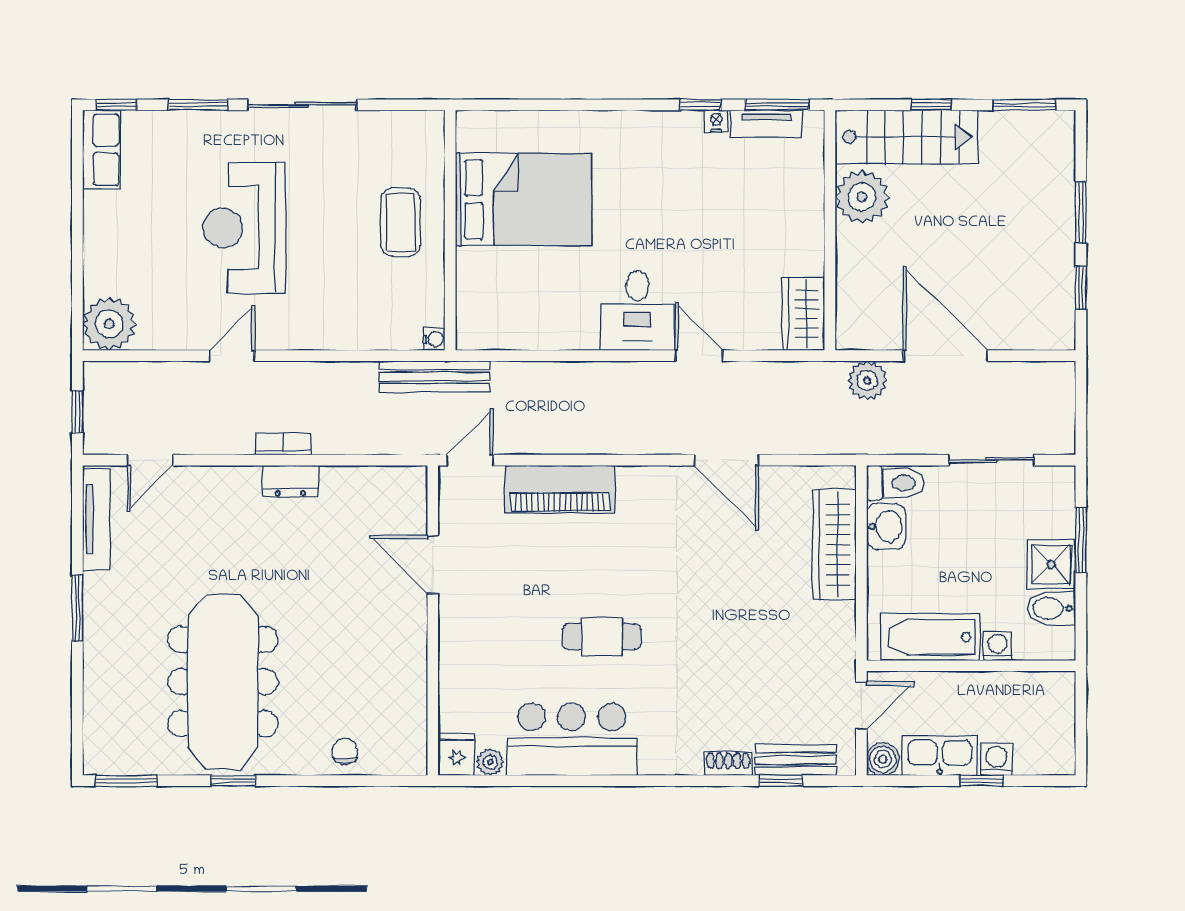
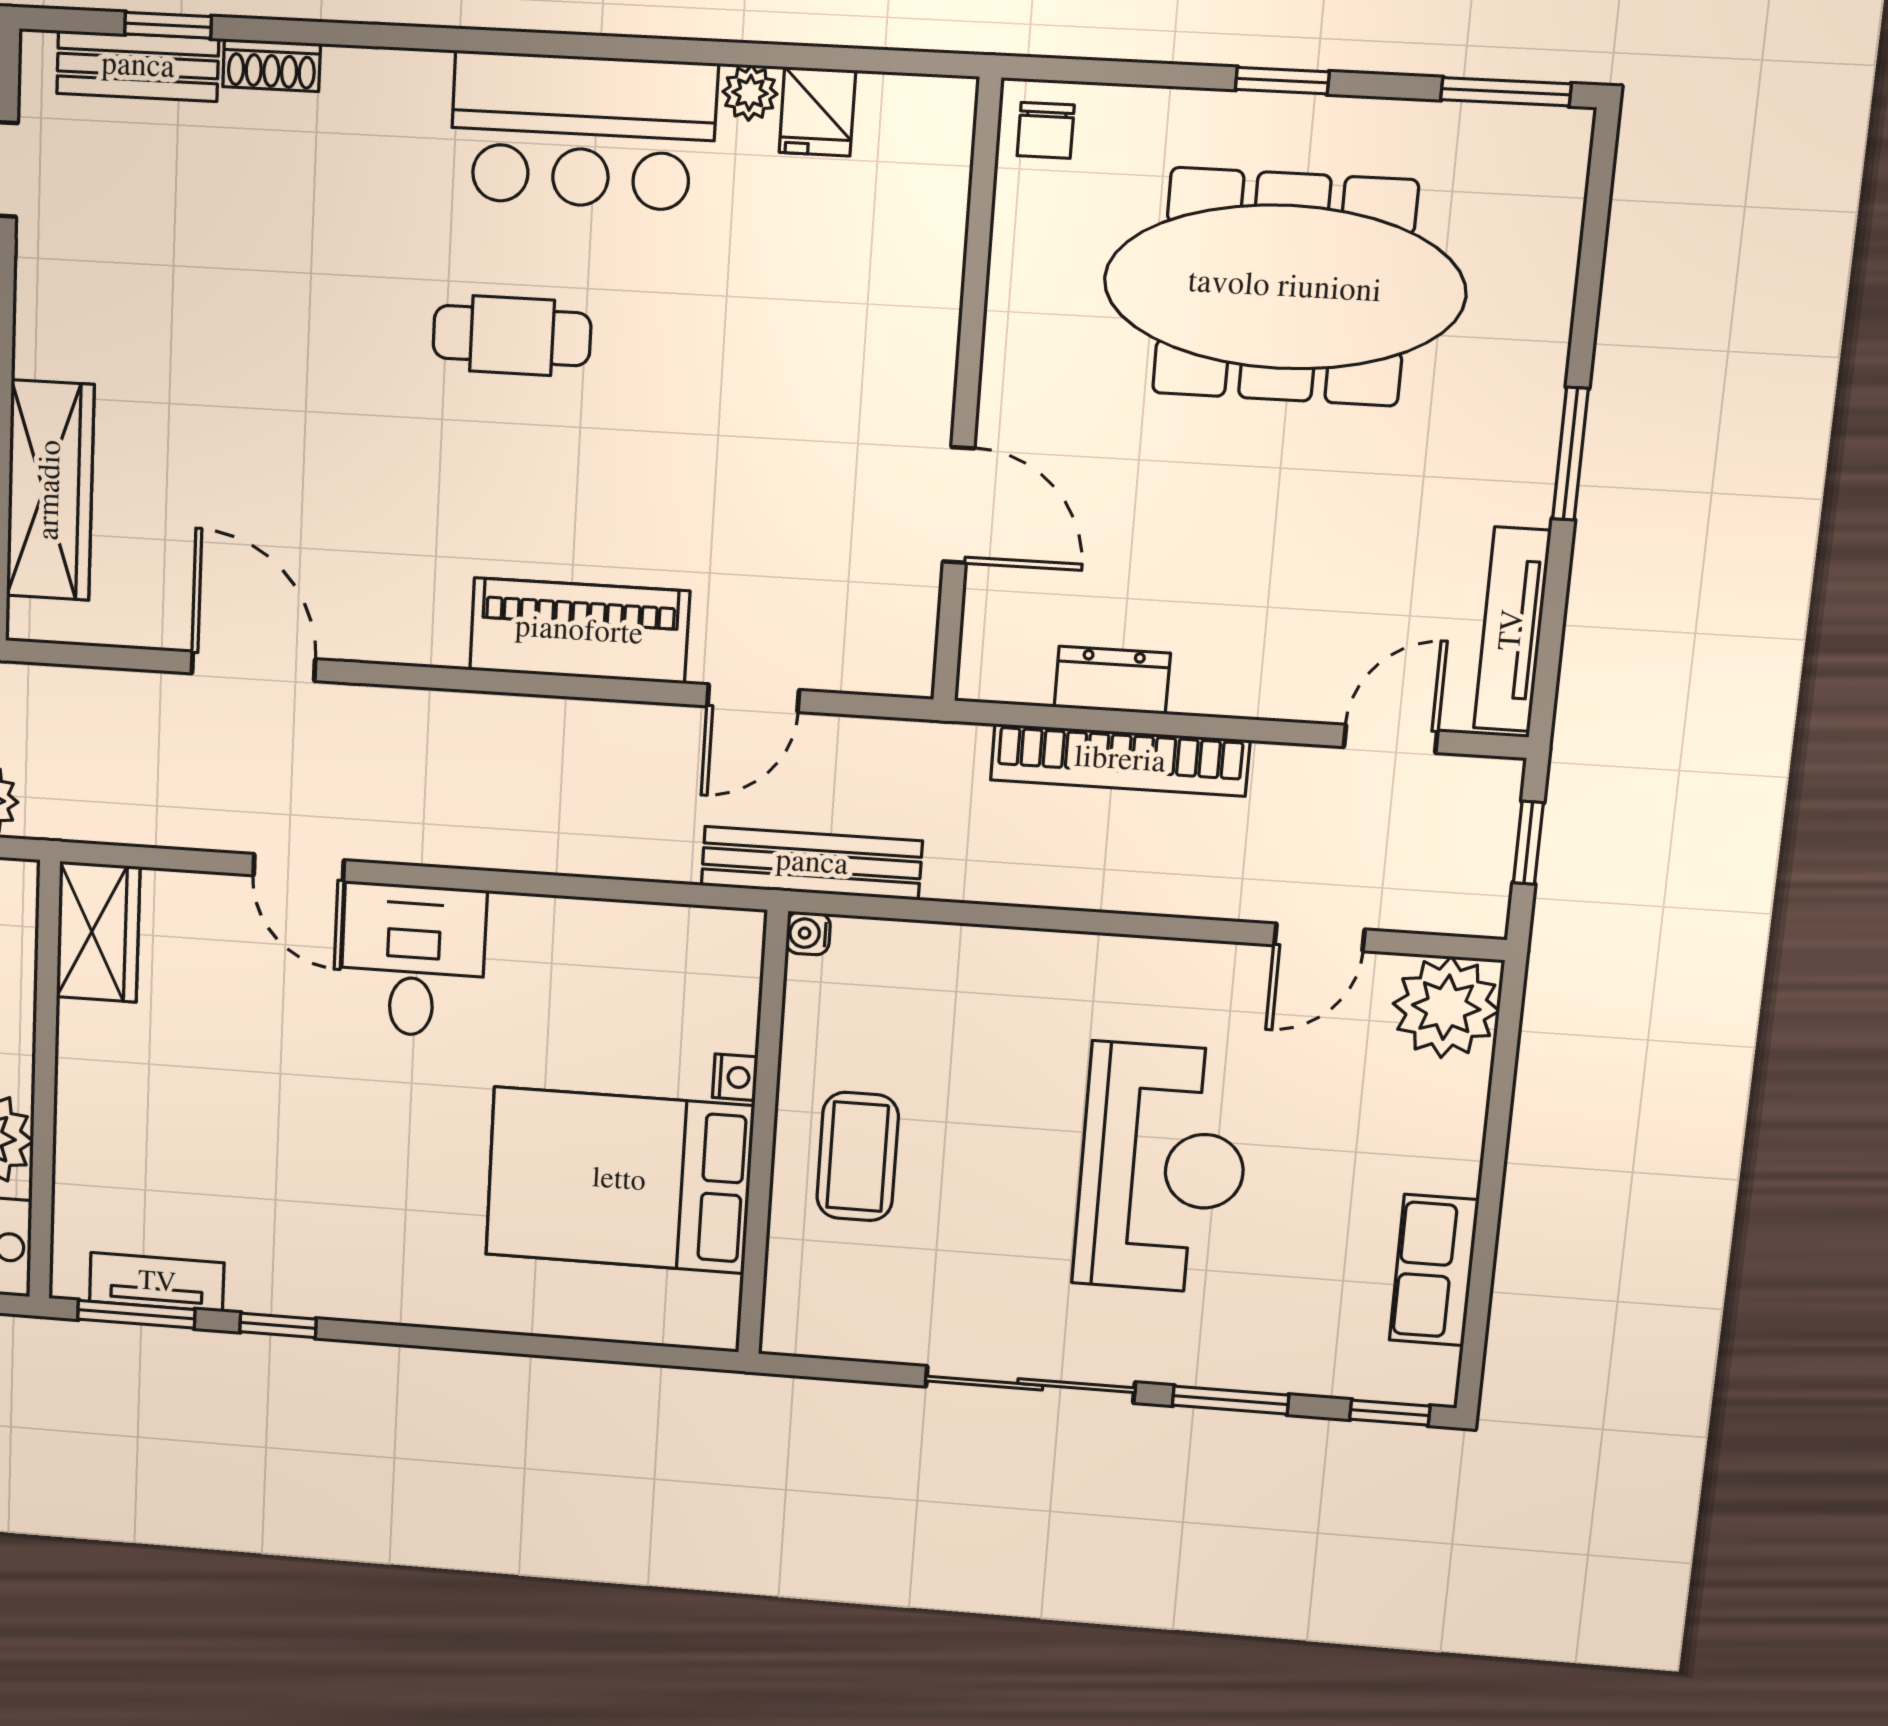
nightstand: (716, 121) -> (735, 1077), moved, turned -90
row of seats: (102, 150) -> (1434, 1270), moved
door: (232, 356) -> (1319, 937), moved
bookcase: (283, 444) -> (1120, 760), width x2.31, depth x1.31
door: (433, 565) -> (959, 505), moved
wall: (433, 620) -> (967, 394), moved
meeting table: (223, 682) -> (1285, 287), turned 90

